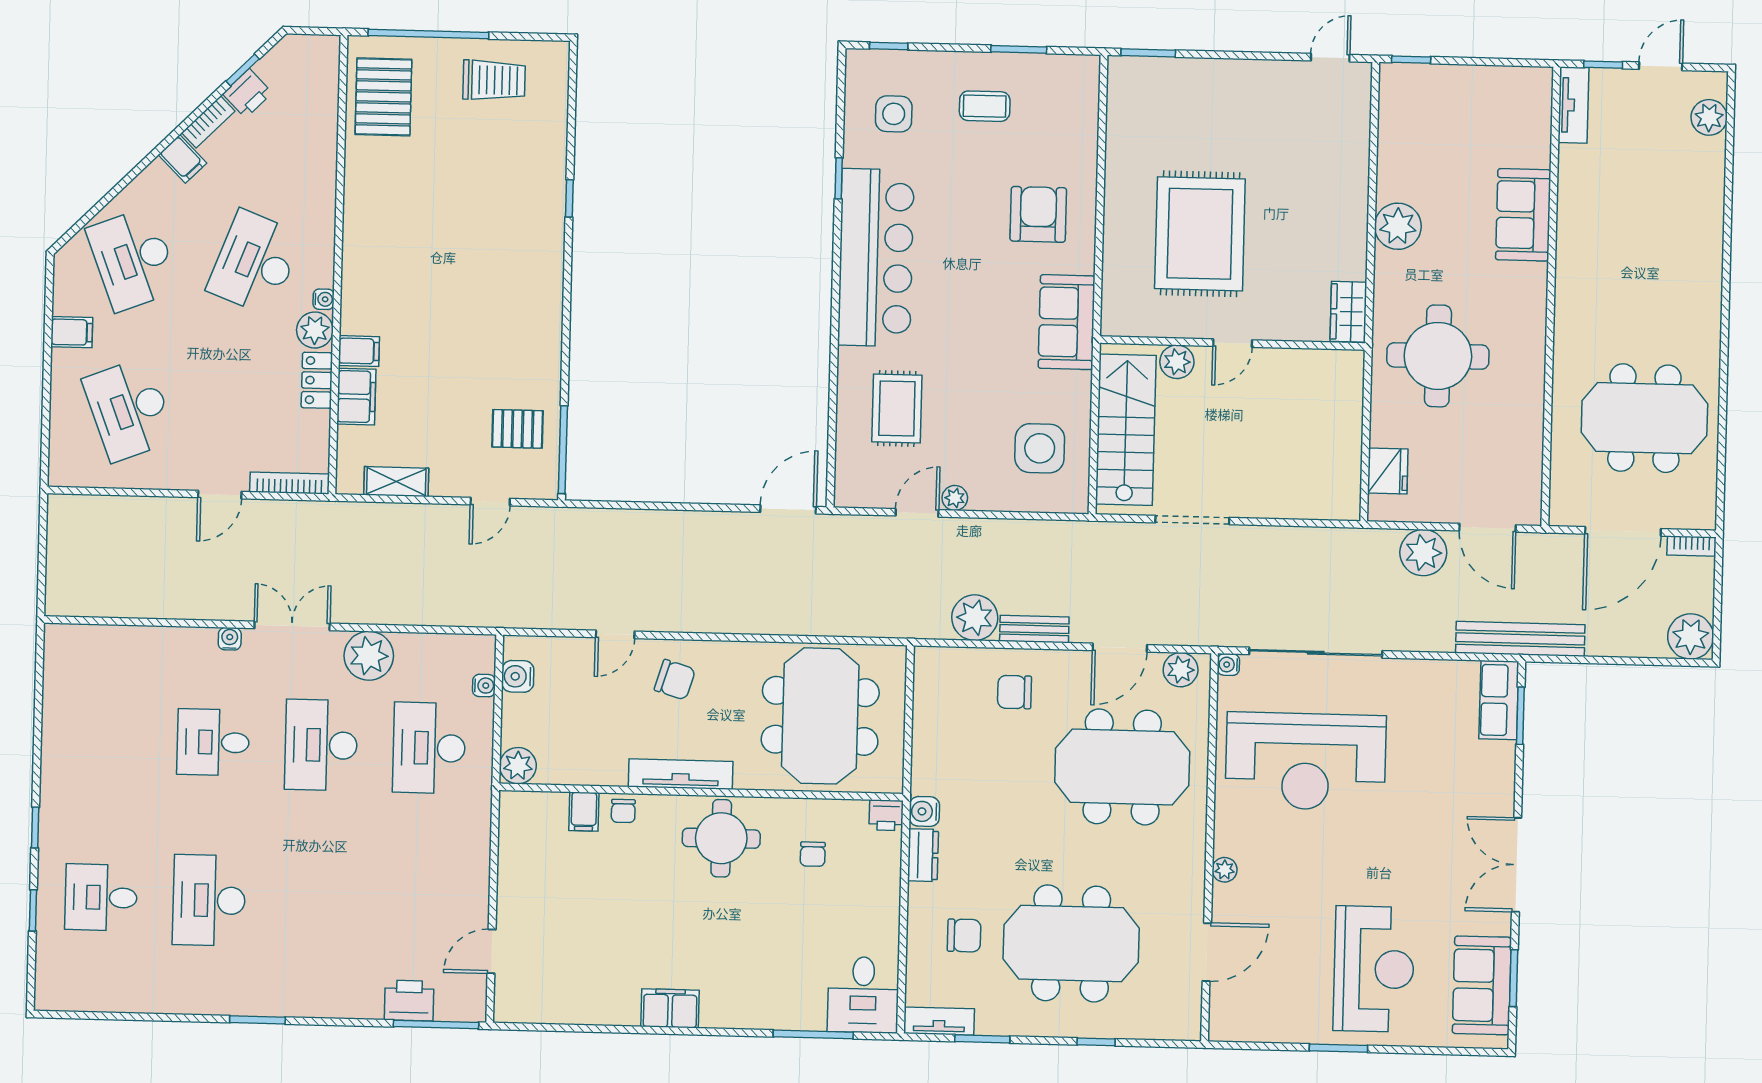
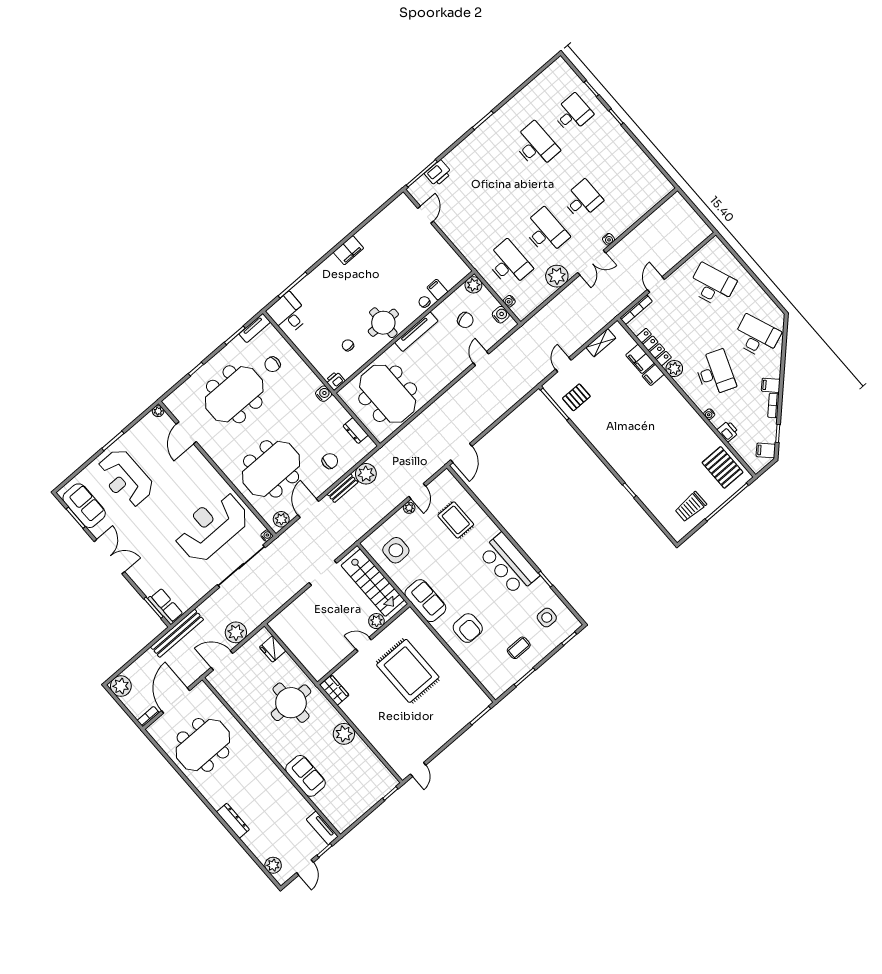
printer: (247, 93) -> (728, 431), moved, turned 135
dresser: (1708, 250) -> (233, 821), added
bar counter: (876, 258) -> (509, 564), width x0.73
water cooler: (323, 299) -> (709, 414), moved
filing cabinet: (72, 332) -> (766, 450), moved, turned 45
door: (1233, 343) -> (364, 644), hinge flipped
locker: (317, 380) -> (654, 347), width x1.53
chair: (675, 680) -> (465, 320), moved, turned -122
dresser: (923, 855) -> (356, 431), moved
plant: (1225, 870) -> (158, 411), moved

